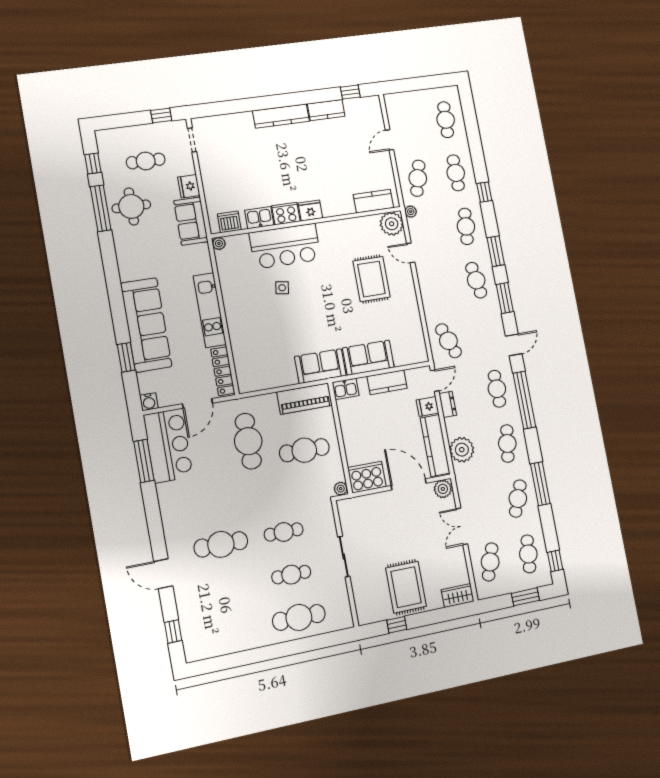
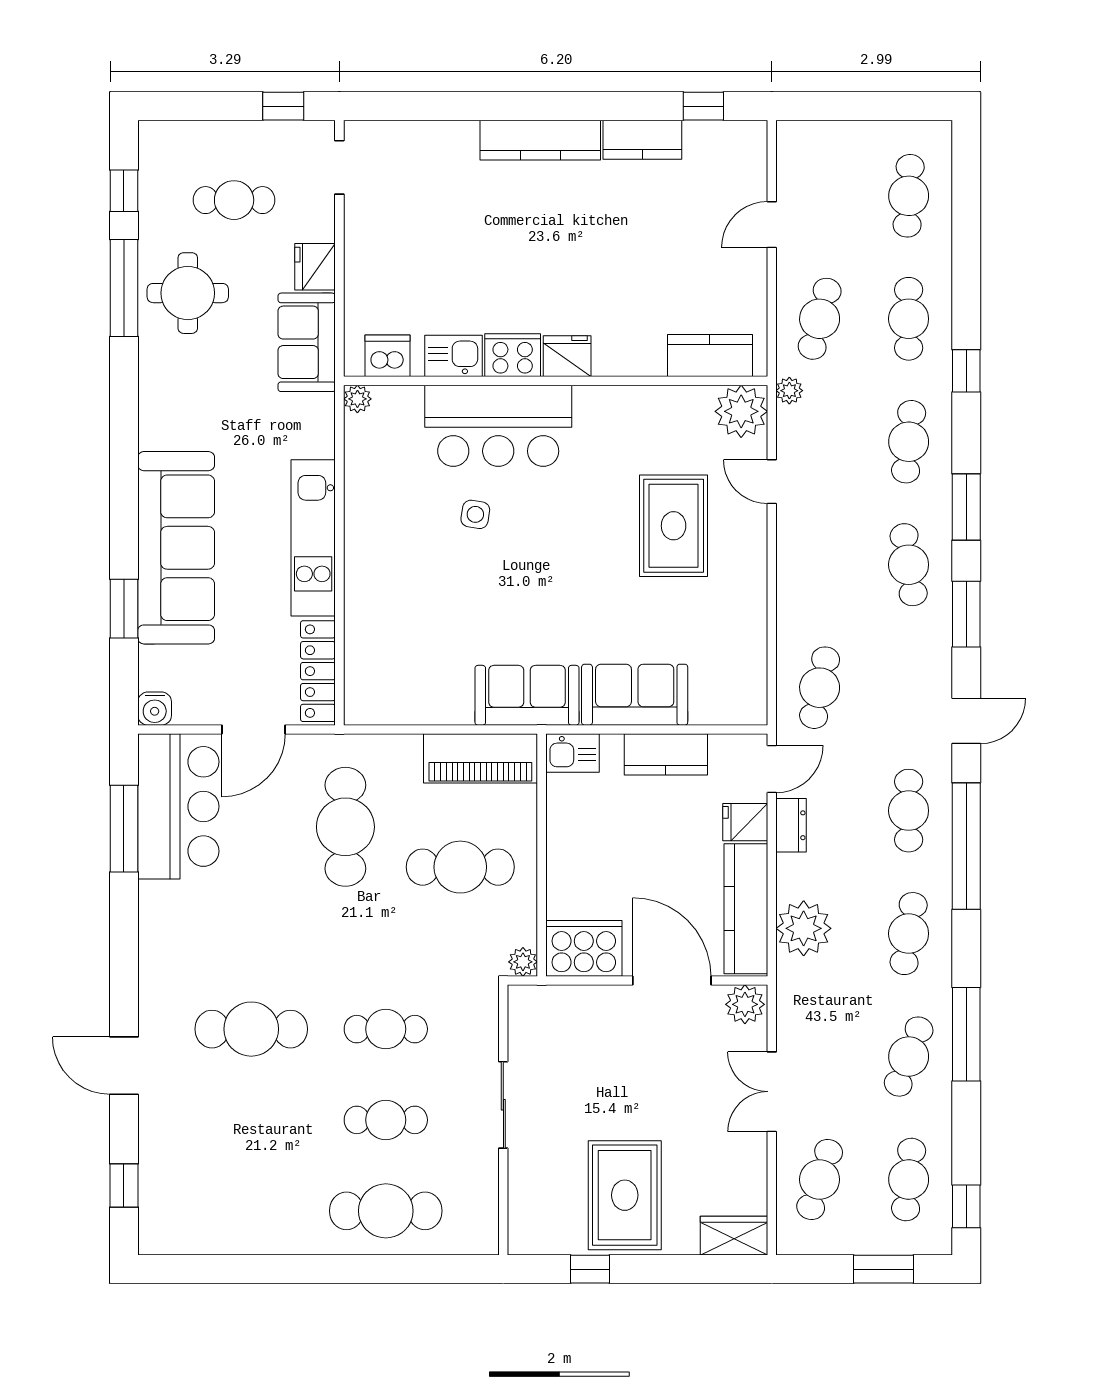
cafe table: (448, 341) -> (820, 688), turned 33

